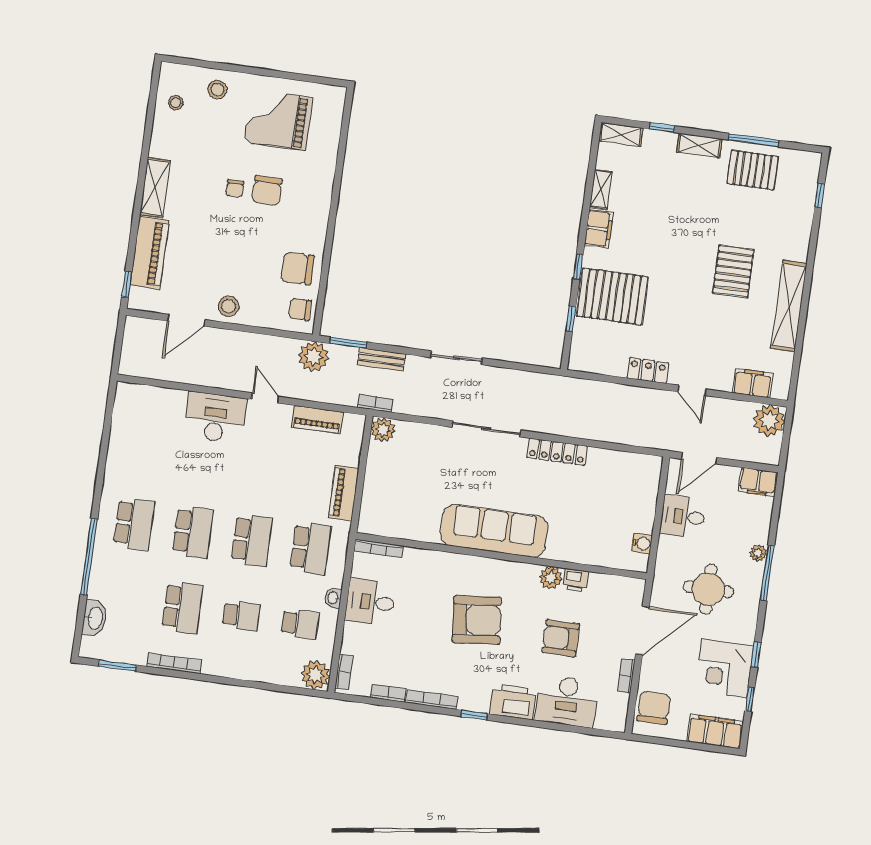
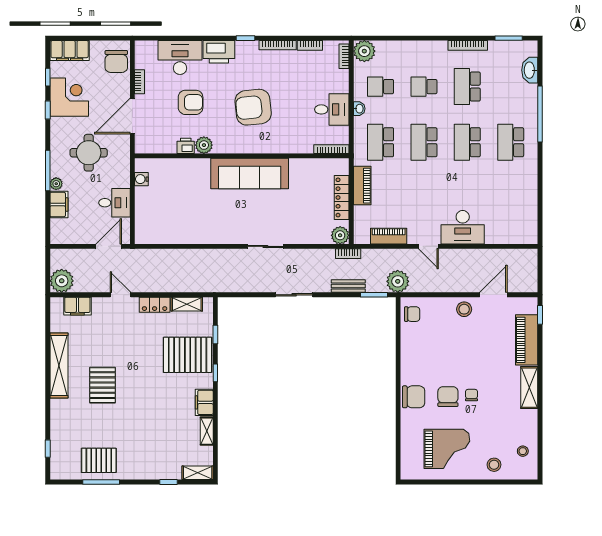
shelving: (699, 145) -> (187, 304), moved
chair: (298, 268) -> (414, 397), moved
sliding door: (486, 429) -> (265, 246), width x0.73
locker: (557, 452) -> (342, 197), moved, turned -90
filing cabinet: (758, 482) -> (59, 205), moved, turned 90

